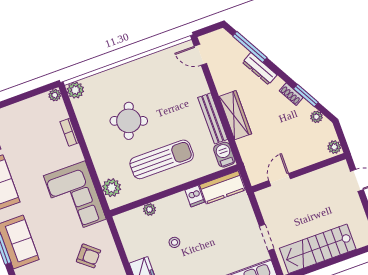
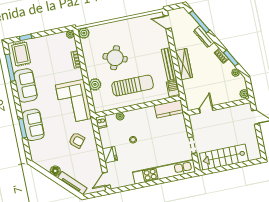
plant: (112, 188) -> (95, 84), moved
dishwasher: (195, 196) -> (101, 122), moved

